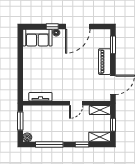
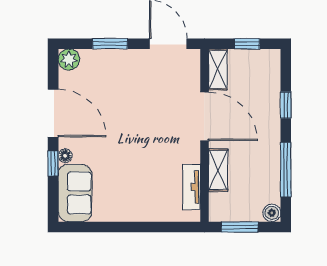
plant: (105, 35) -> (69, 59), added
window: (113, 45) -> (110, 44), moved
piano: (105, 62) -> (122, 60), removed
door: (76, 103) -> (204, 116), width x1.87
shelving: (100, 137) -> (218, 170), moved

